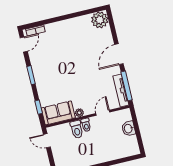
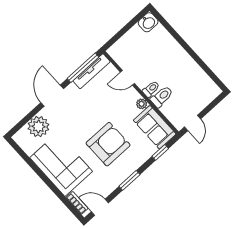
plant: (100, 20) -> (38, 127), moved
corner sofa: (68, 34) -> (61, 165), added
door: (119, 54) -> (52, 96), swing flipped
armchair: (64, 74) -> (108, 144), added
washbasin: (128, 129) -> (148, 22), moved

